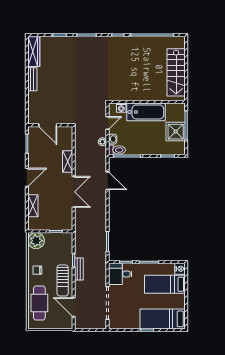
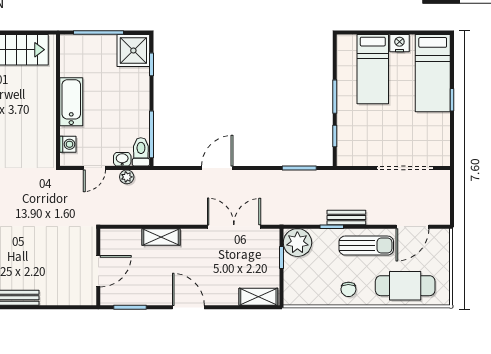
bathtub: (146, 112) -> (71, 102), width x0.73, depth x0.73
door: (108, 123) -> (94, 168), swing flipped
shower: (176, 132) -> (133, 51), moved
door: (108, 181) -> (217, 168), moved
double door: (74, 192) -> (234, 227), moved
shelving: (33, 206) -> (258, 297), moved
plant: (36, 241) -> (297, 243), moved
nightstand: (180, 269) -> (399, 43), moved
desk: (120, 274) -> (355, 146), removed

